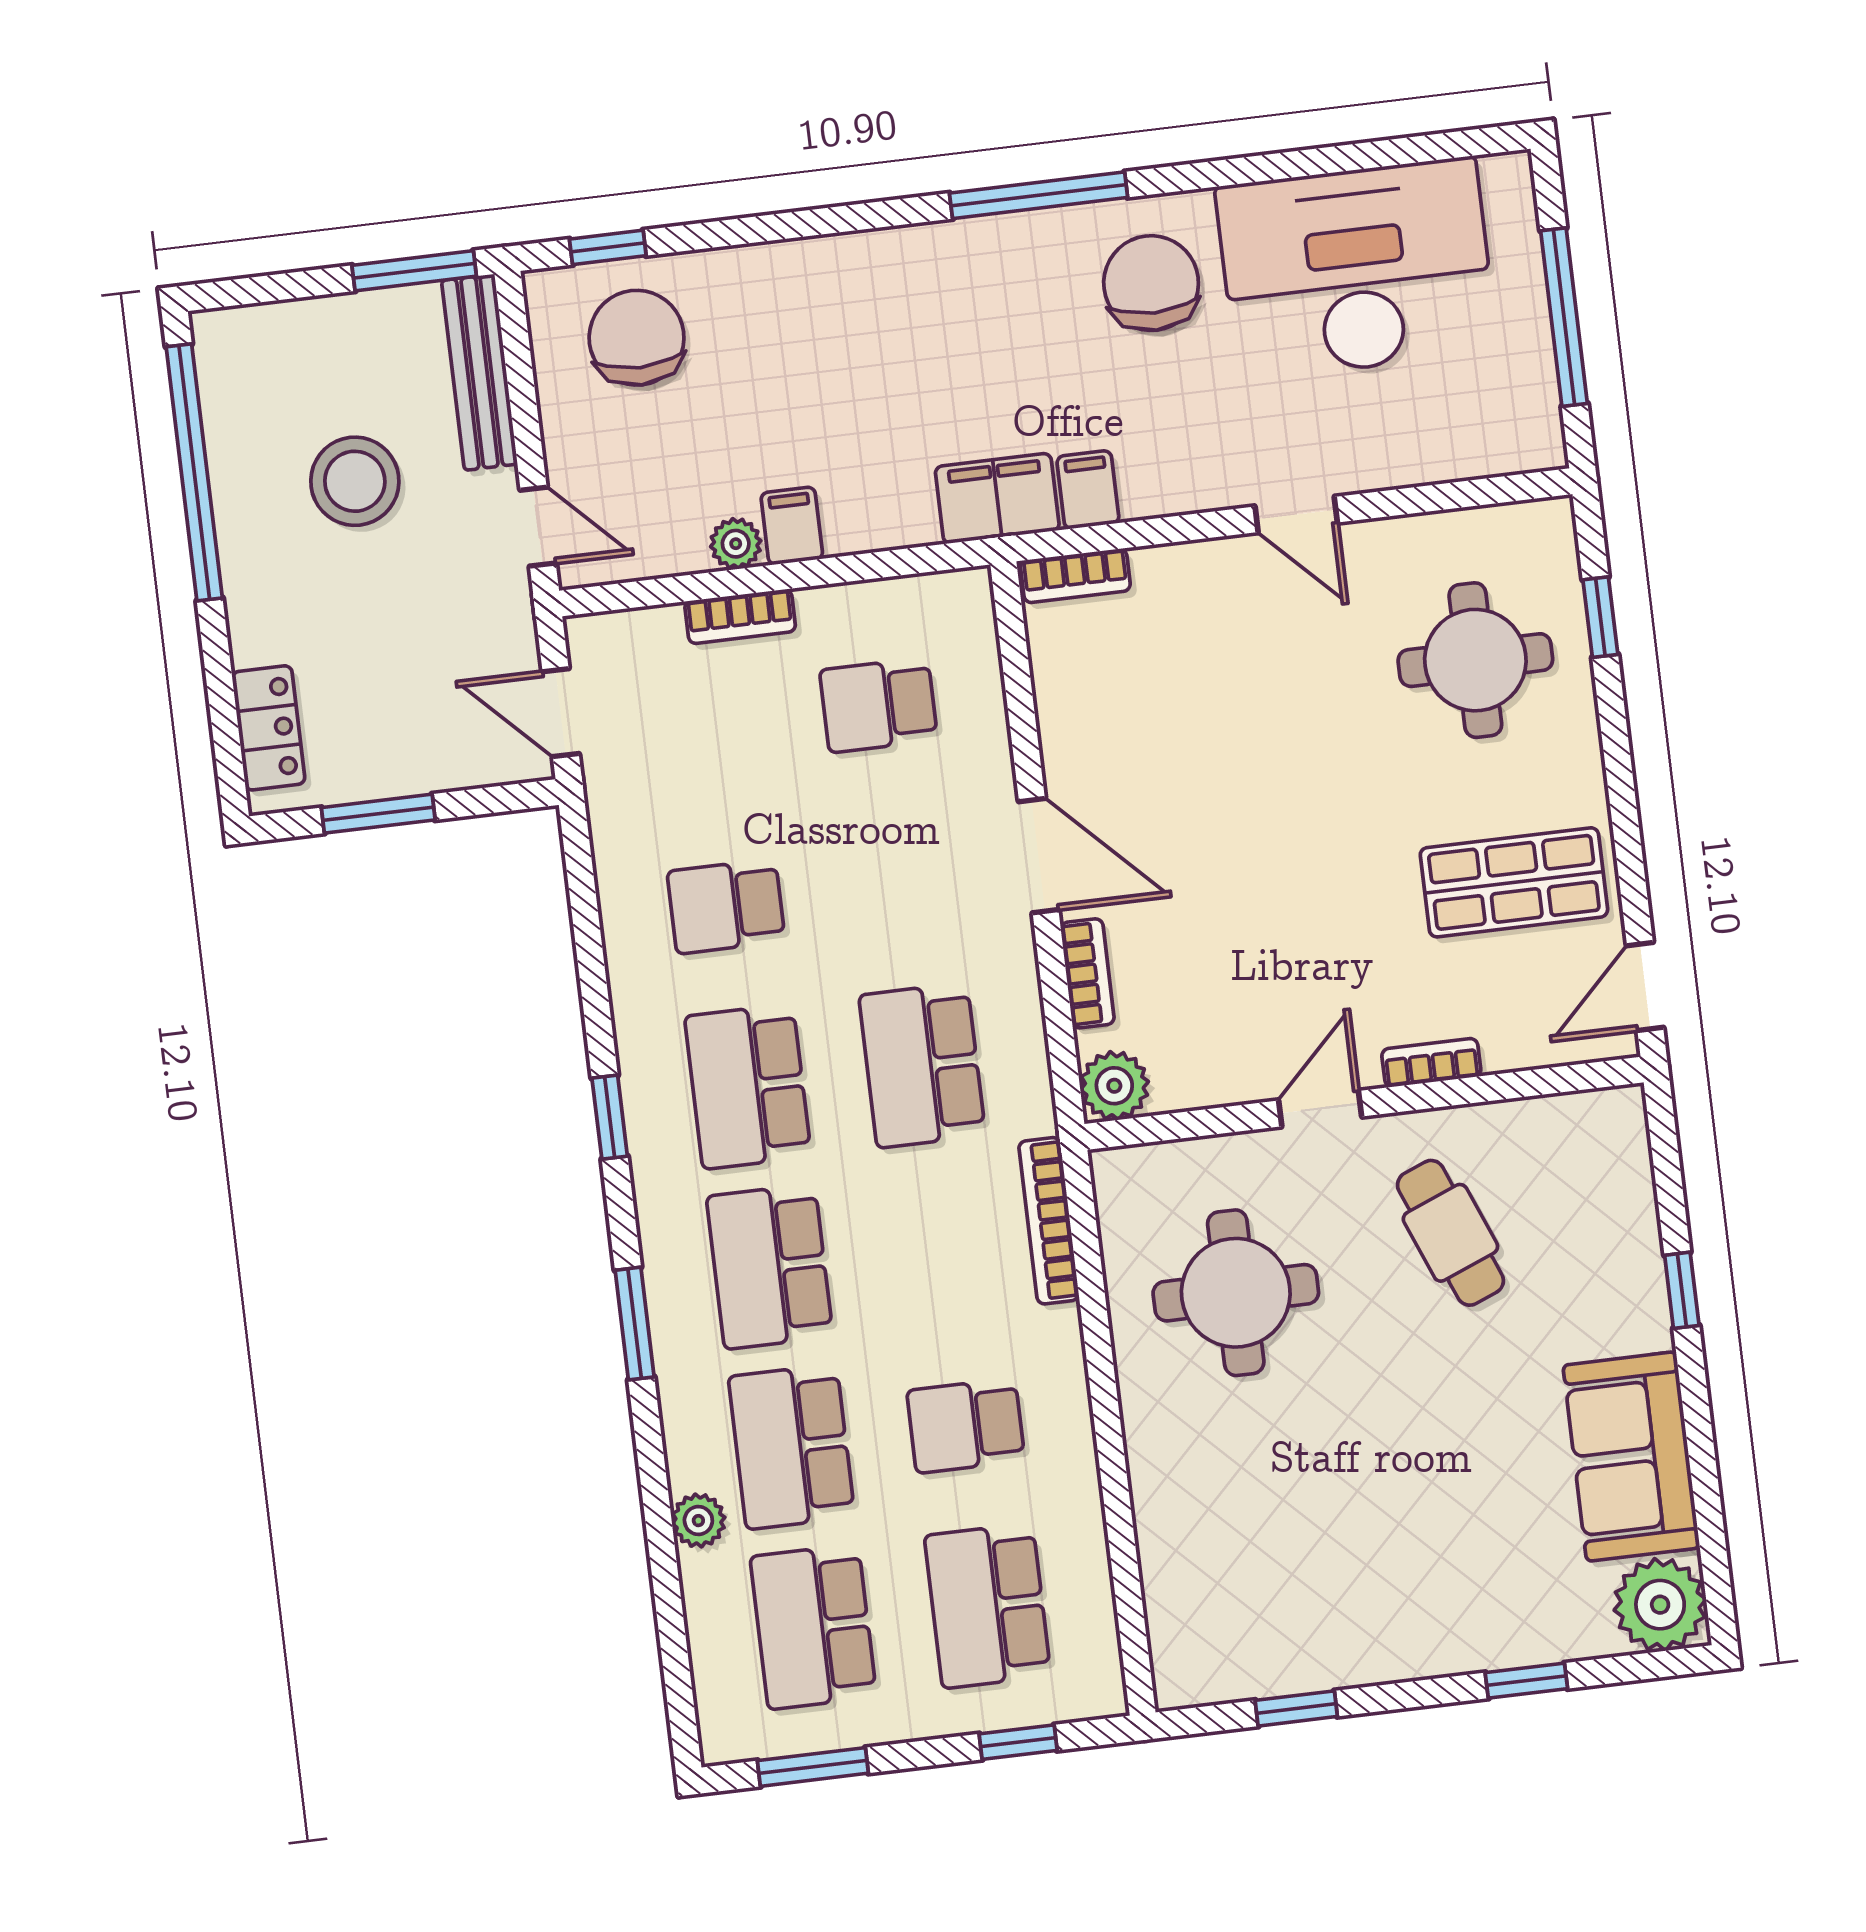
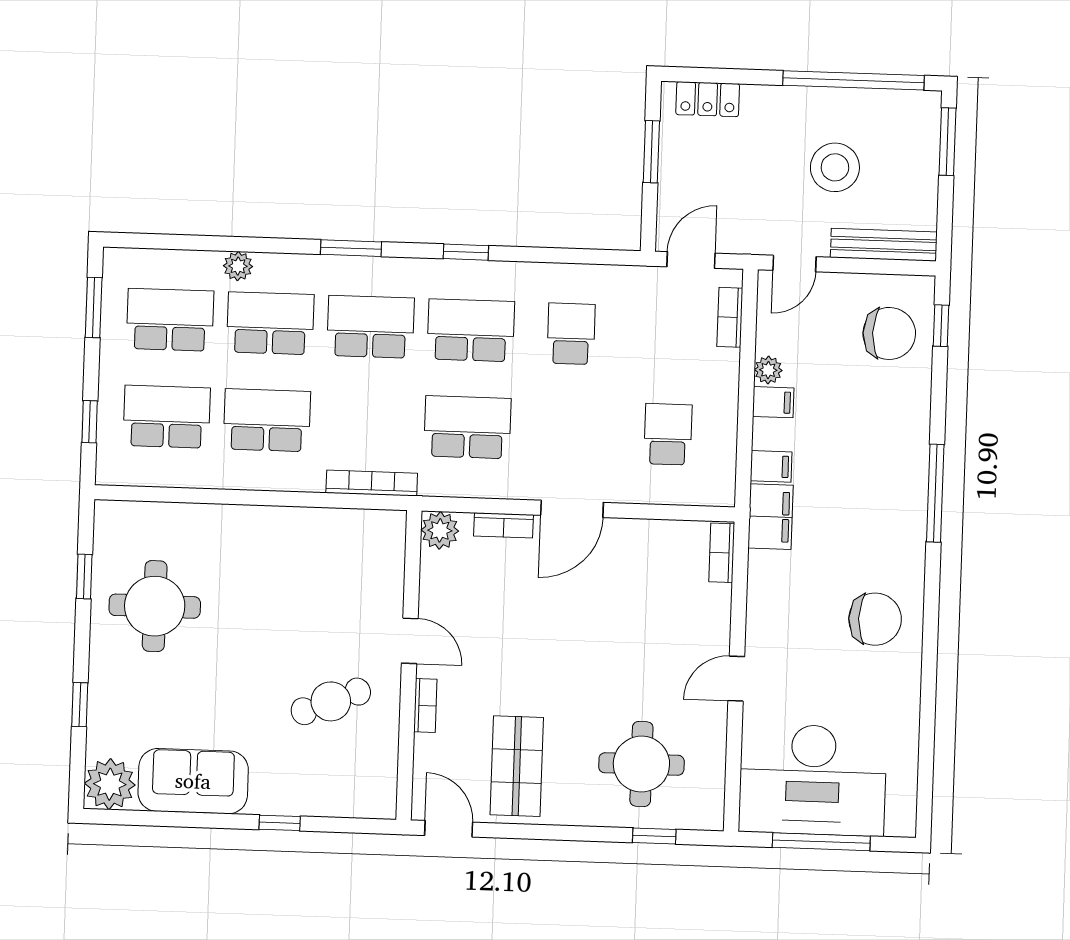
window: (1039, 195) -> (935, 493), moved
desk: (1356, 269) -> (813, 780), moved, turned 90
window: (414, 271) -> (947, 142), moved
filing cabinet: (1088, 490) -> (771, 466), moved
bookcase: (740, 616) -> (730, 317), moved
round table: (1236, 1293) -> (155, 606), moved
school desk: (966, 1426) -> (267, 420), width x1.85

